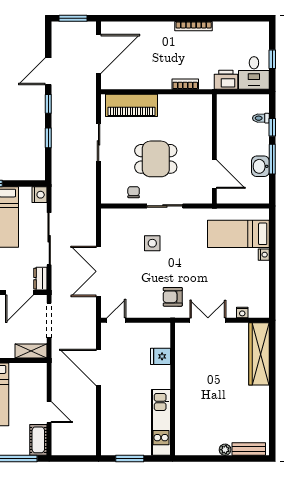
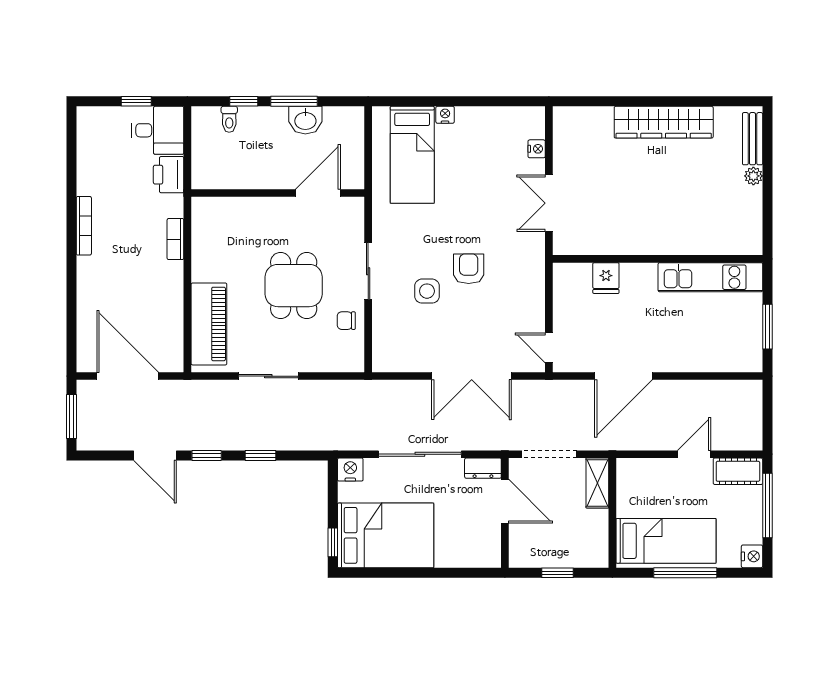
armchair: (173, 297) -> (469, 269), moved, turned 180
wardrobe: (259, 354) -> (664, 122), moved

